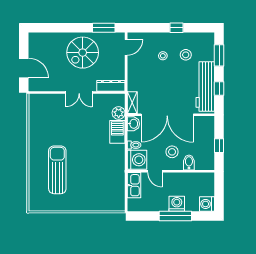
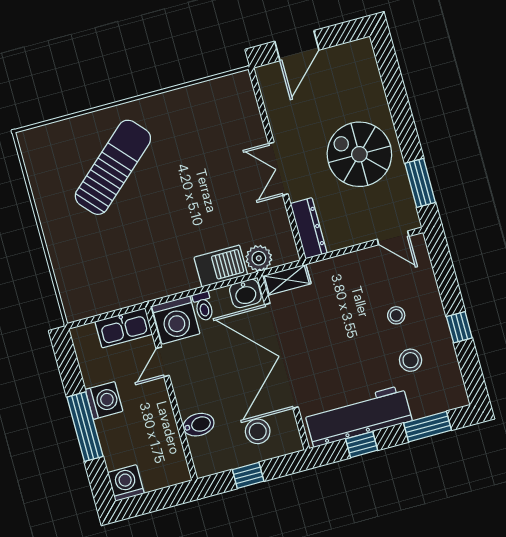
stool: (172, 152) -> (258, 431), moved
sun lounger: (57, 170) -> (113, 167), turned -42
washing machine: (177, 204) -> (104, 400), moved

